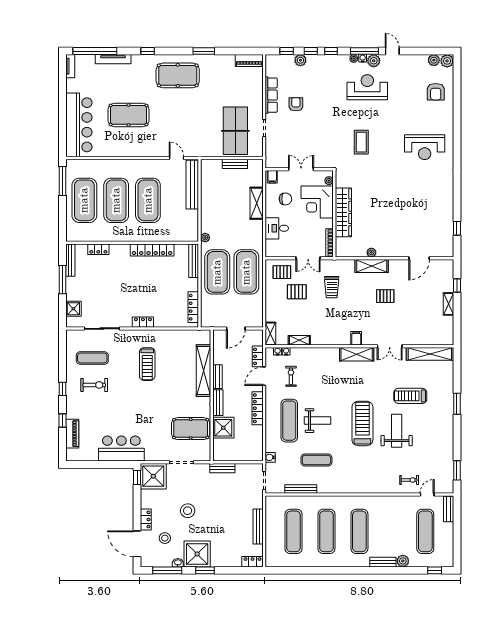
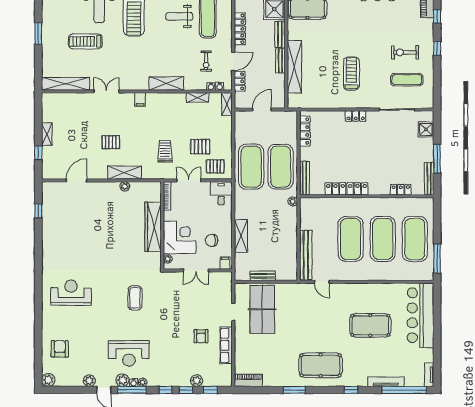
plant: (434, 60) -> (89, 381), moved
desk: (277, 228) -> (221, 193), moved, turned -90
shelving: (357, 354) -> (166, 83), moved
treadmill: (410, 396) -> (85, 41), turned 180

